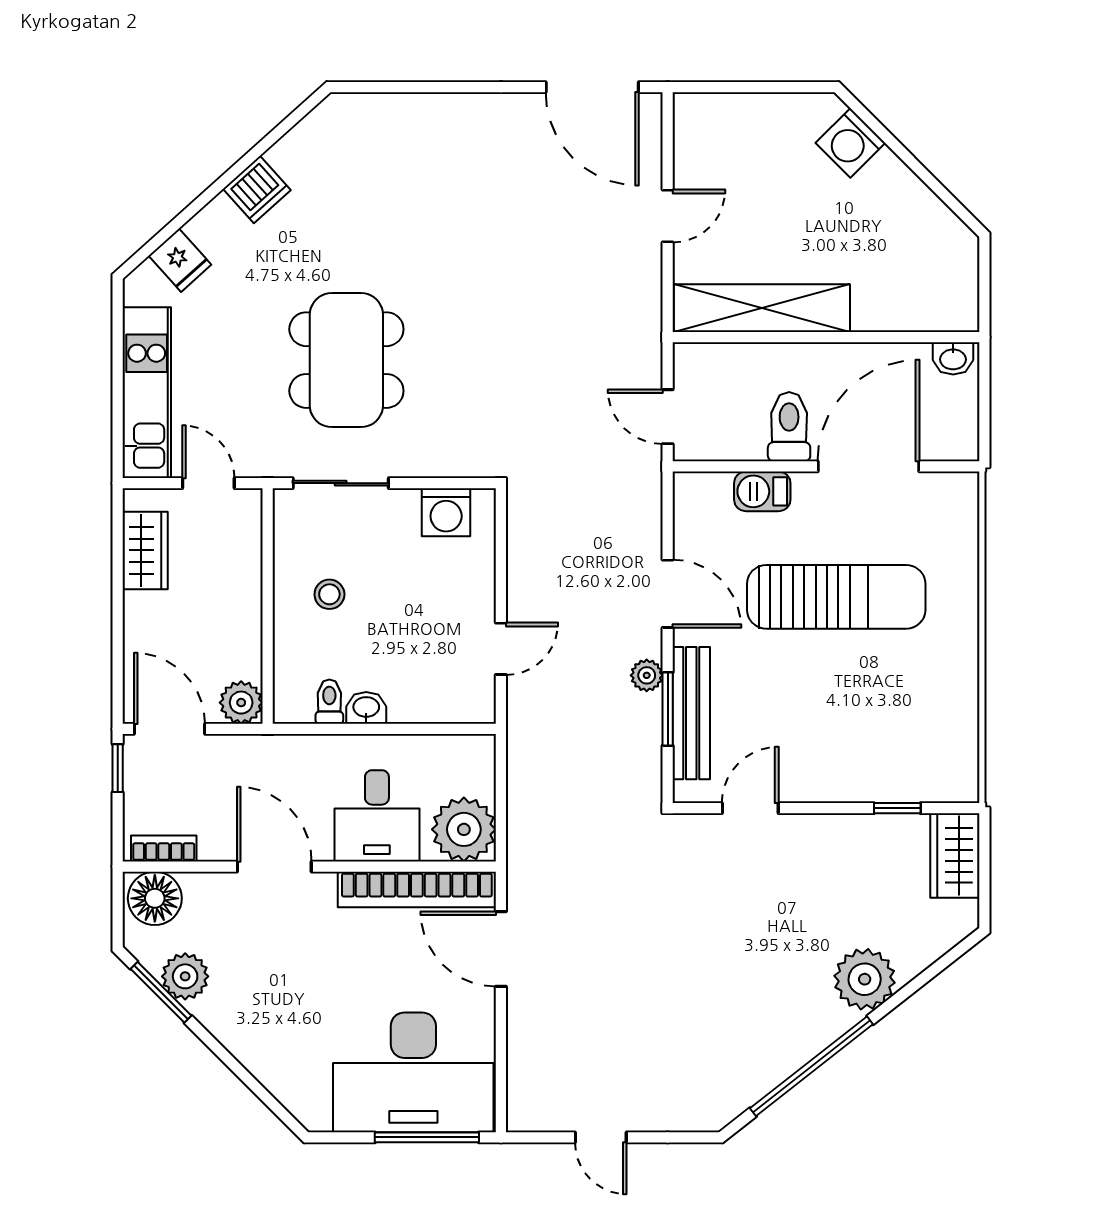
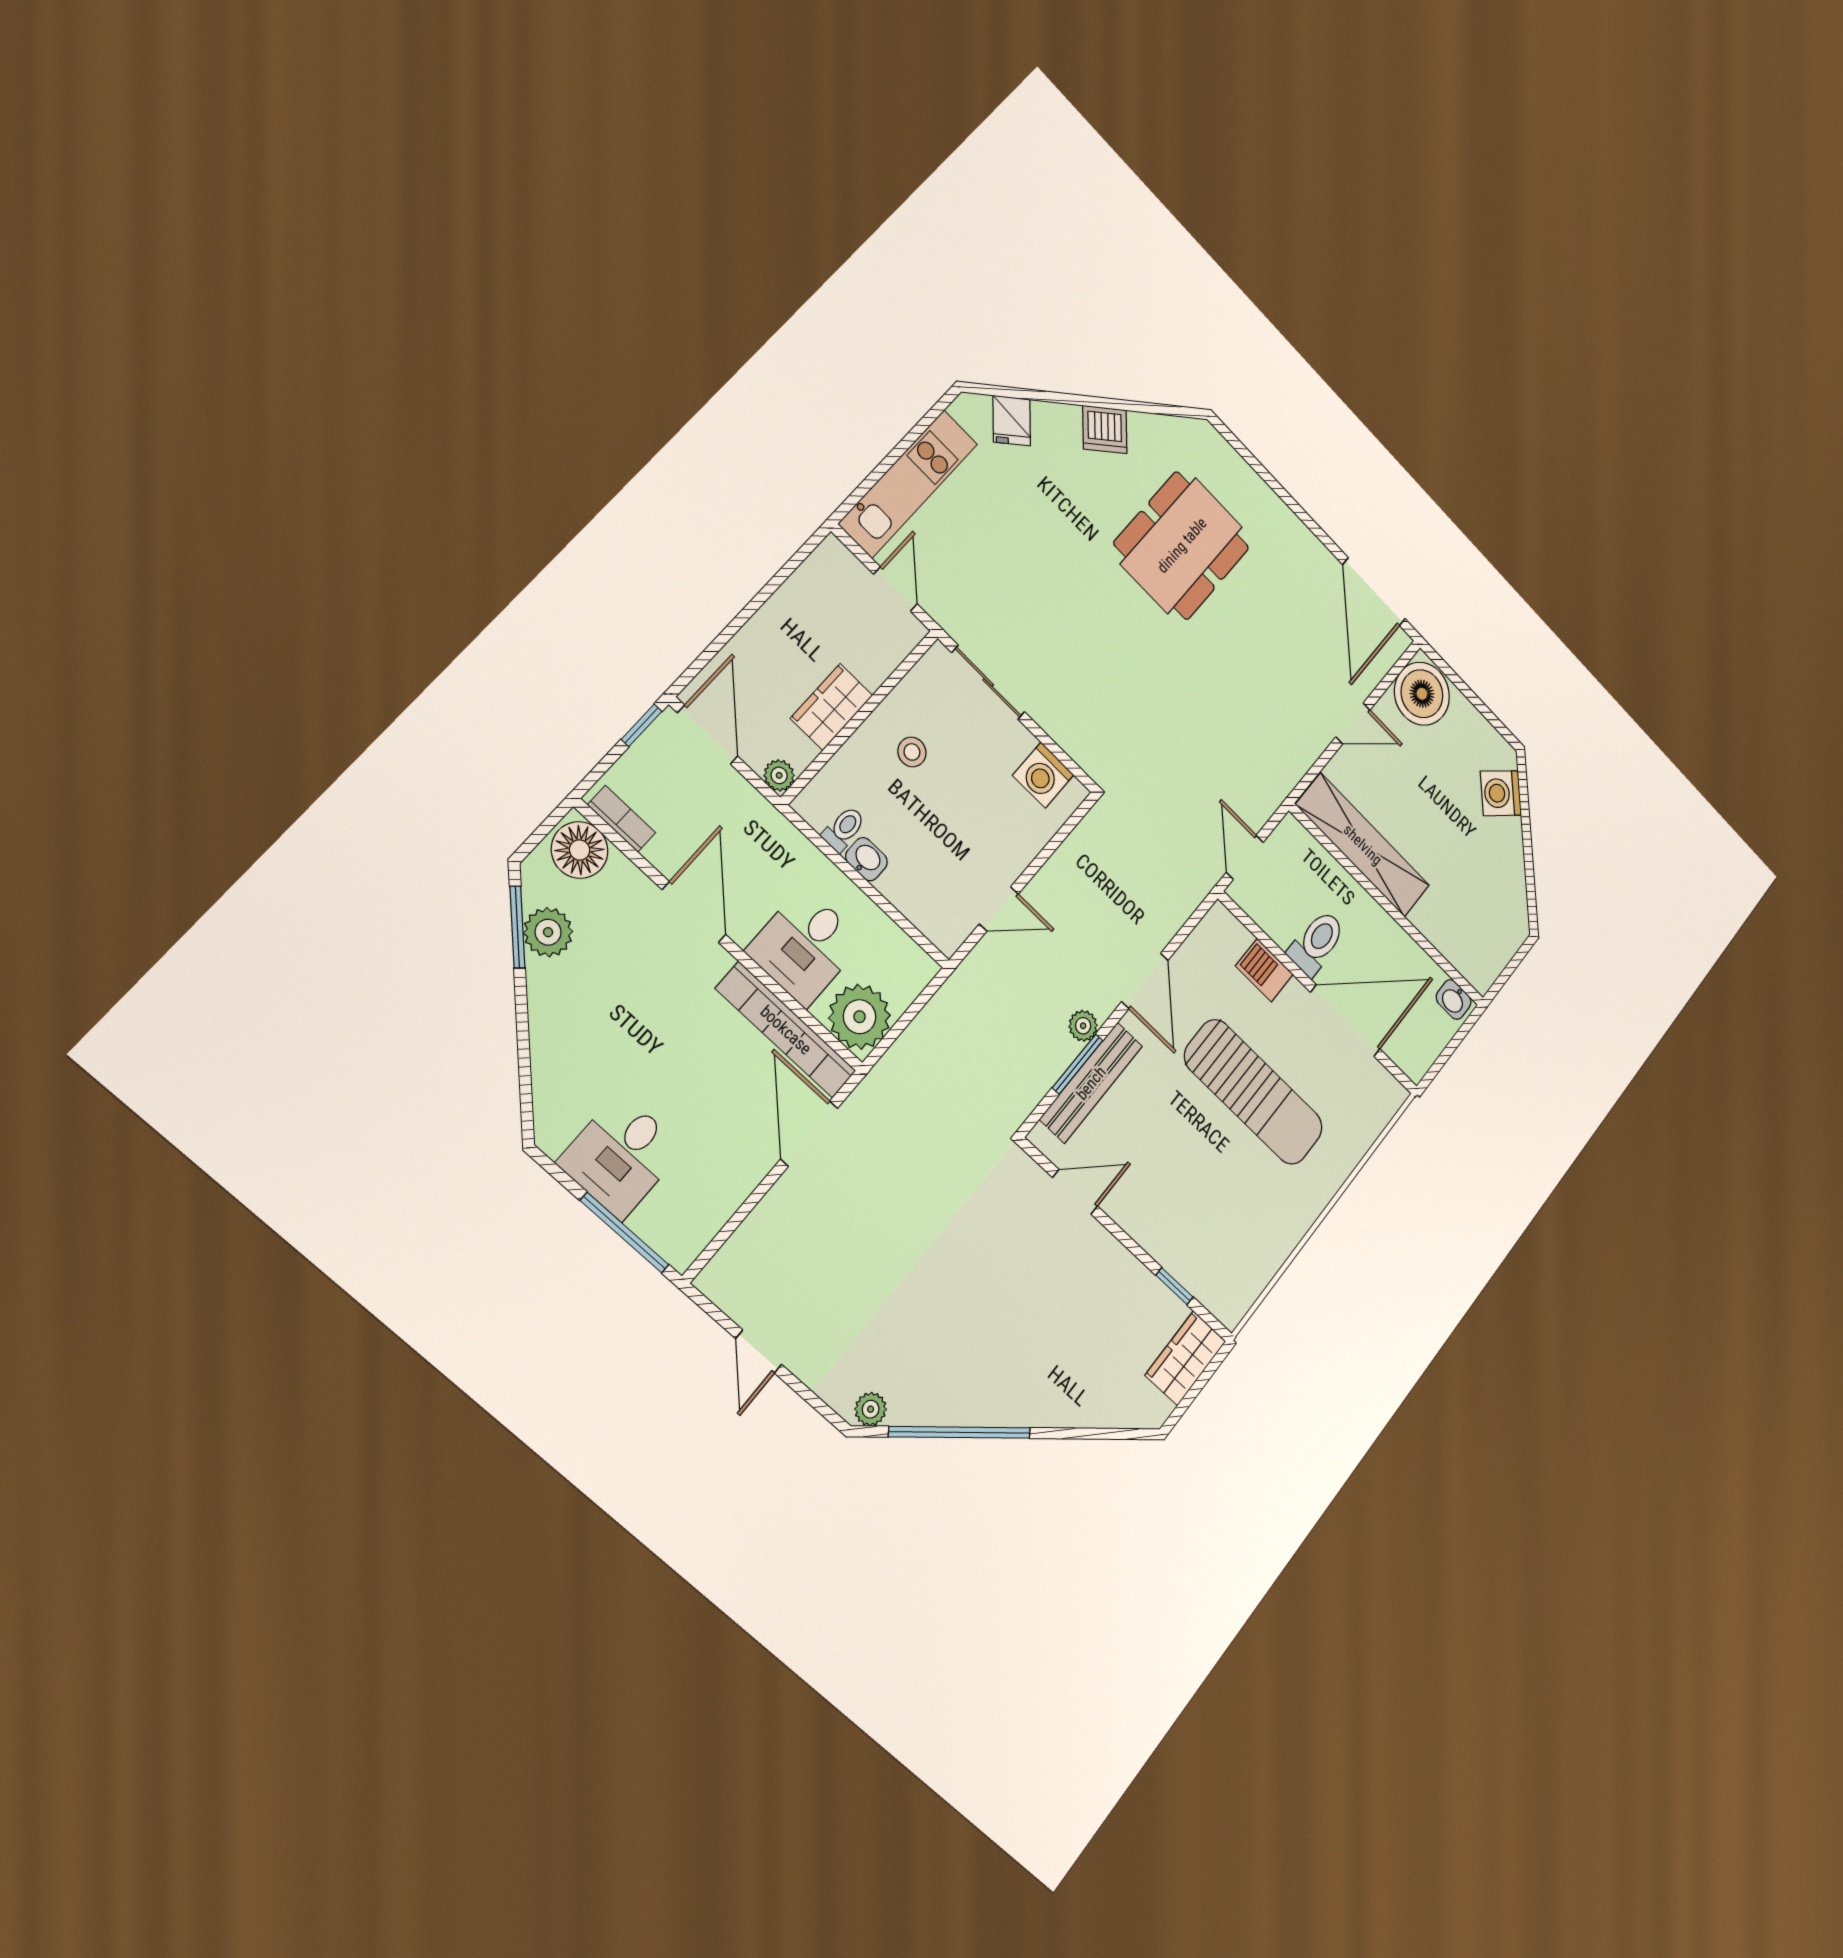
boiler: (707, 130) -> (1422, 694), added
dining table: (346, 360) -> (1182, 545), moved
wardrobe: (145, 550) -> (832, 707), moved, turned 180
plant: (241, 703) -> (779, 775), width x0.73, depth x0.73
plant: (865, 979) -> (871, 1409), moved, width x0.53, depth x0.53
desk: (413, 1072) -> (621, 1156), width x0.53, depth x0.77

